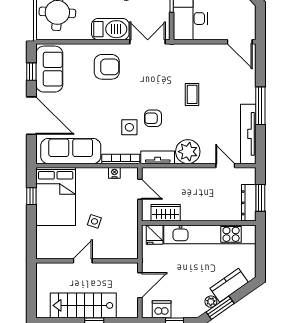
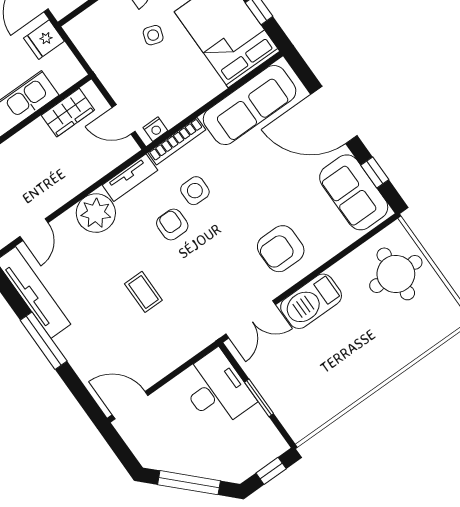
armchair: (153, 118) -> (172, 224), turned -90
door: (225, 166) -> (34, 230), hinge flipped
nightstand: (114, 173) -> (155, 129), moved
fridge: (155, 235) -> (44, 40), moved, turned -90

